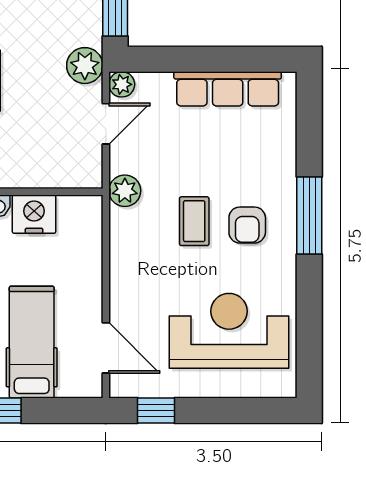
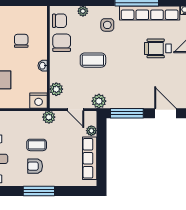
plant: (122, 84) -> (91, 131), moved
plant: (55, 172) -> (56, 89), added
nightstand: (34, 214) -> (39, 101), moved, turned 90

